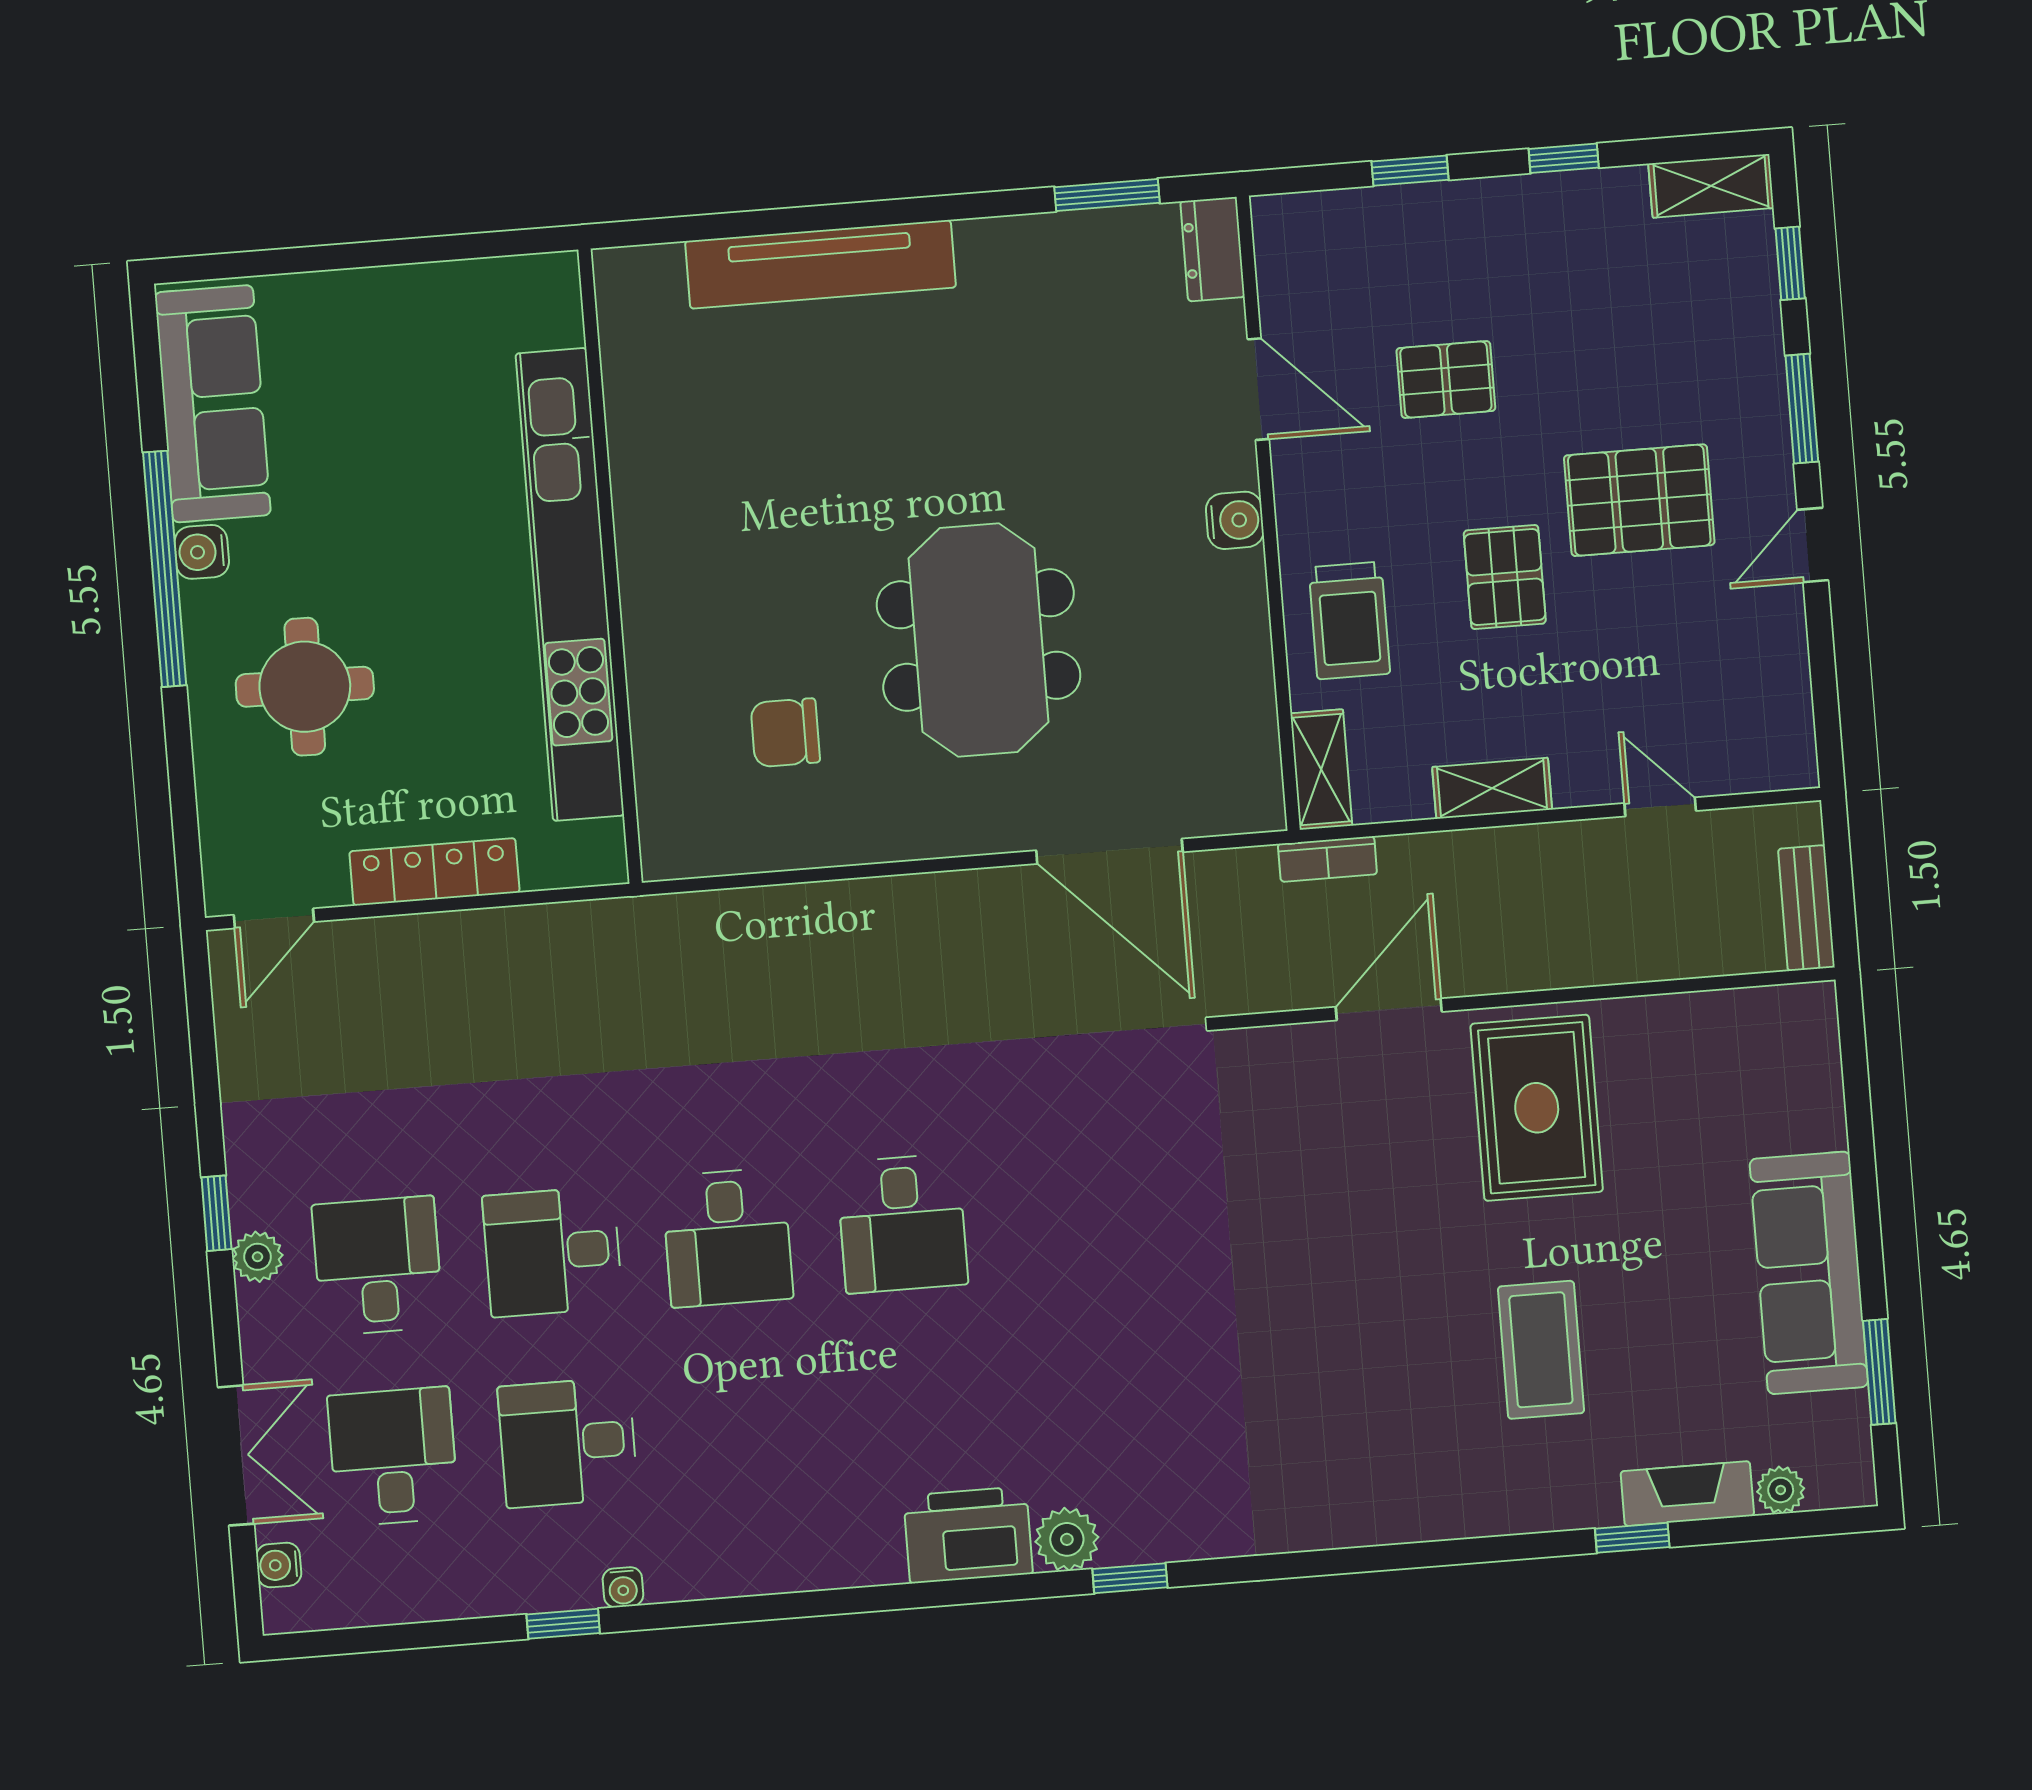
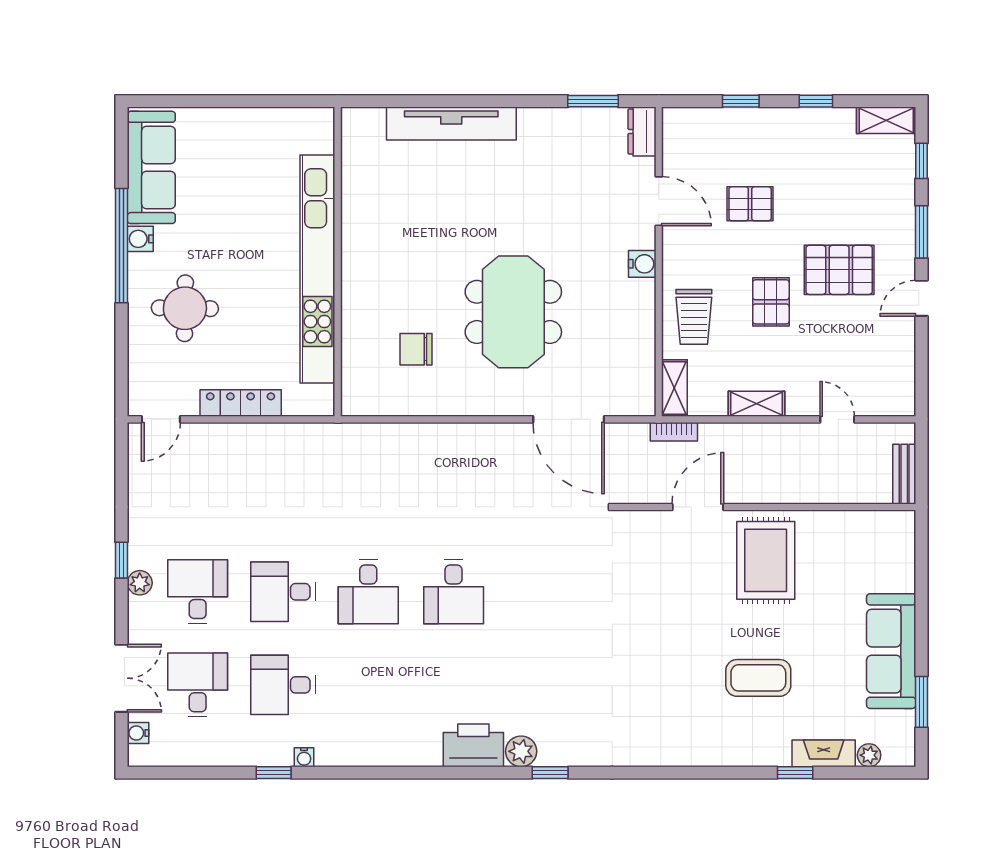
coffee table: (1541, 1350) -> (758, 678), turned 90

